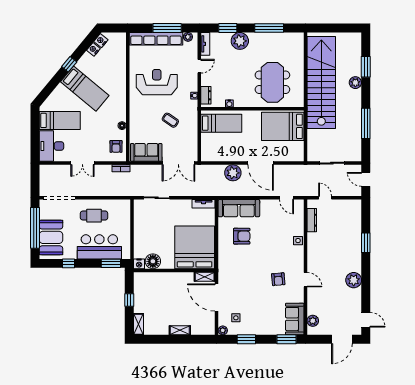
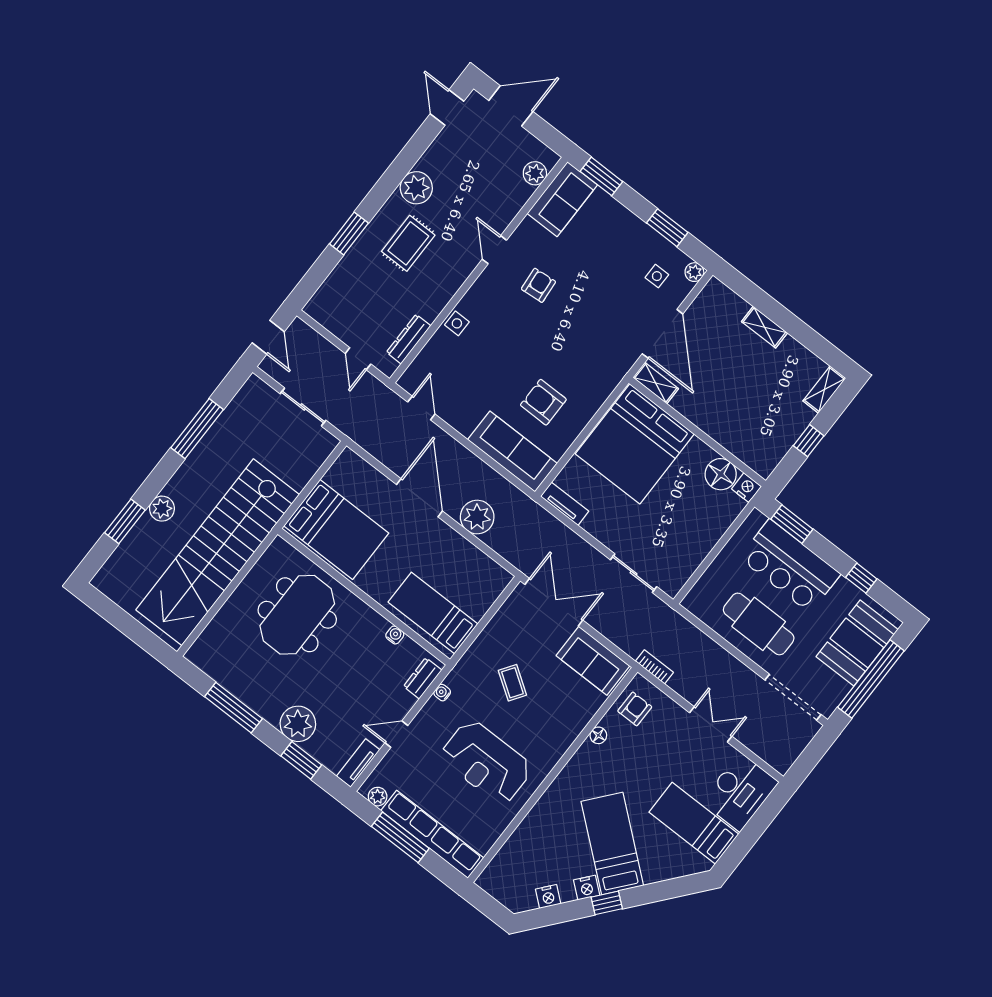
nightstand: (101, 41) -> (587, 888), moved
cafe table: (94, 216) -> (759, 624), width x1.37, depth x1.35
rug: (340, 257) -> (408, 243), added

